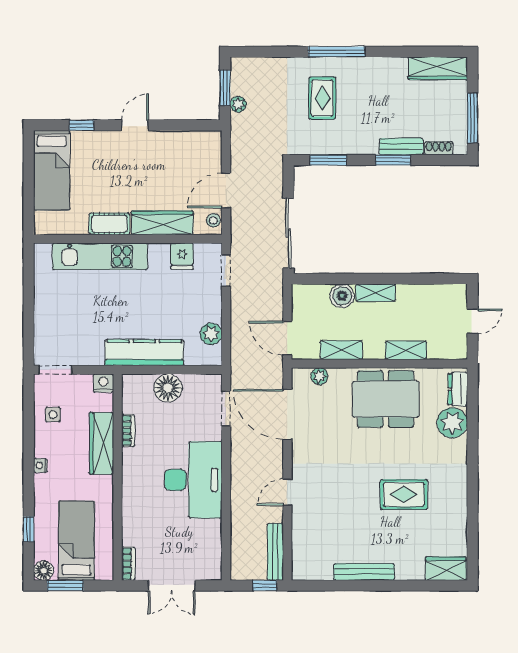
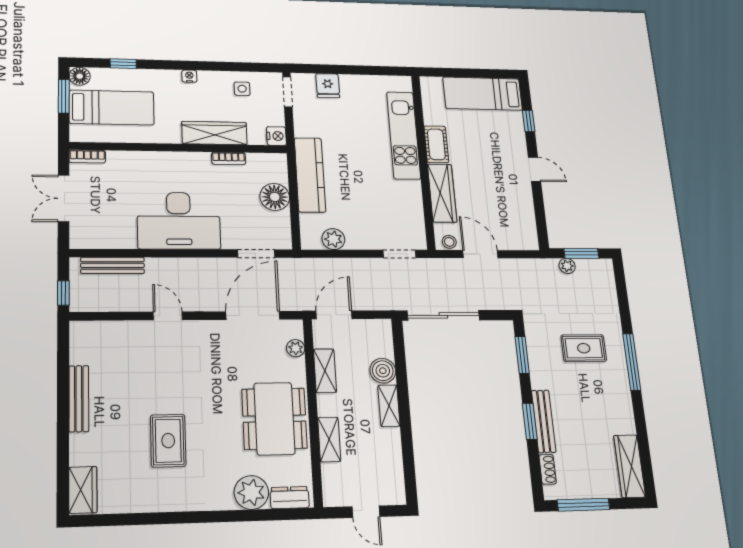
bench: (401, 147) -> (544, 421), width x1.36
fridge: (182, 256) -> (328, 86), moved, turned -90
bench: (275, 552) -> (113, 265), moved

